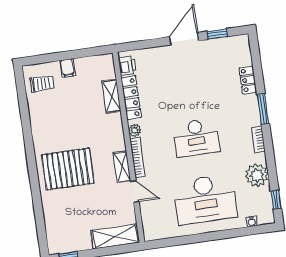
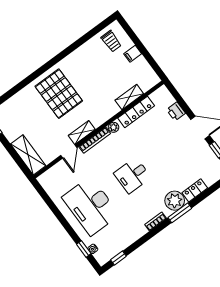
printer: (127, 66) -> (176, 111), moved, turned 90
desk: (196, 138) -> (132, 175), width x0.73
plant: (257, 175) -> (175, 201), moved
window: (247, 231) -> (84, 249), added

